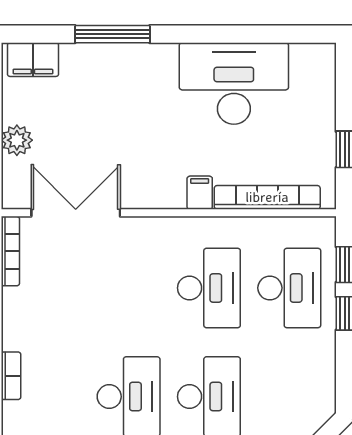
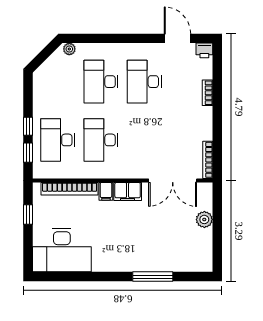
filing cabinet: (33, 60) -> (128, 191), moved, turned 180
desk: (234, 83) -> (62, 250), moved

